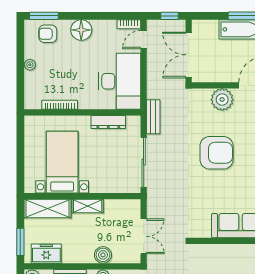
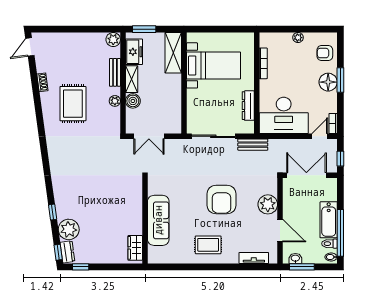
window: (44, 16) -> (340, 80), moved
armchair: (48, 34) -> (325, 53), turned -90
door: (144, 40) -> (320, 136), hinge flipped
shelving: (88, 206) -> (132, 79), moved

